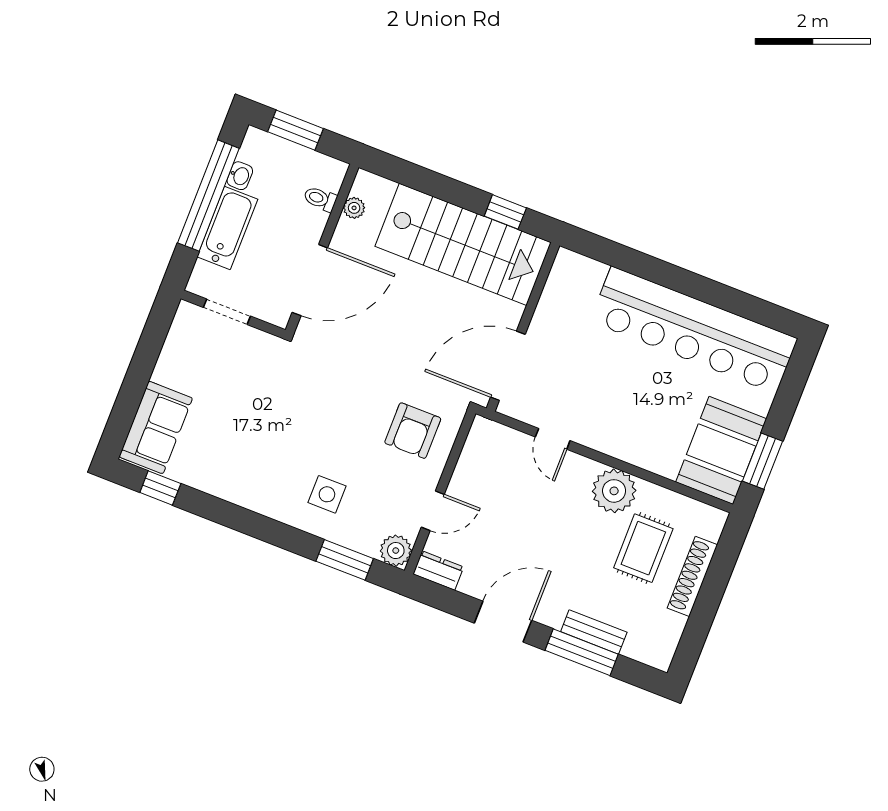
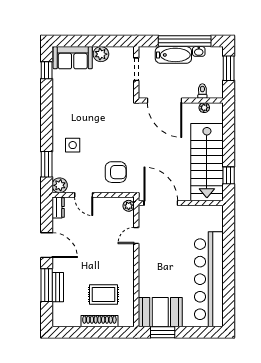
plant: (170, 369) -> (101, 54), added
armchair: (413, 431) -> (116, 172), turned 180
plant: (614, 491) -> (129, 206), moved, width x0.53, depth x0.53

